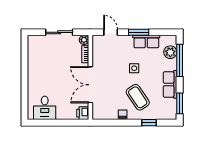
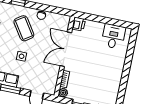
double door: (90, 85) -> (66, 49), swing flipped

